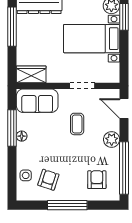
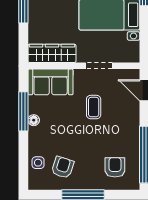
wardrobe: (31, 74) -> (52, 53), width x1.50
plant: (112, 139) -> (131, 124), removed

